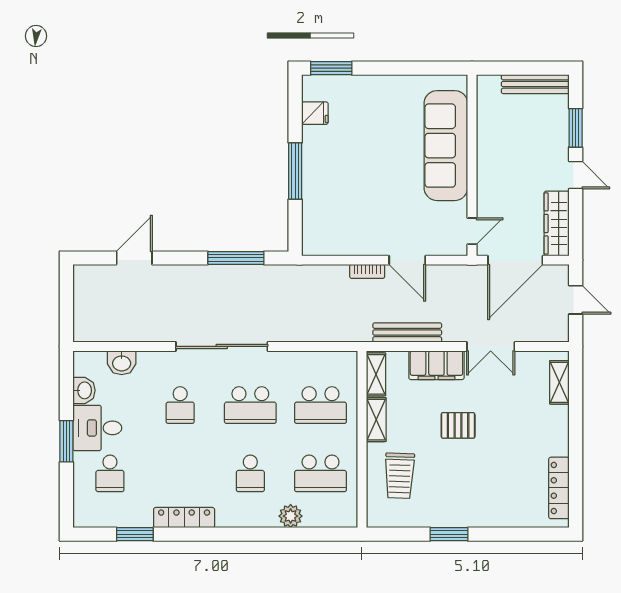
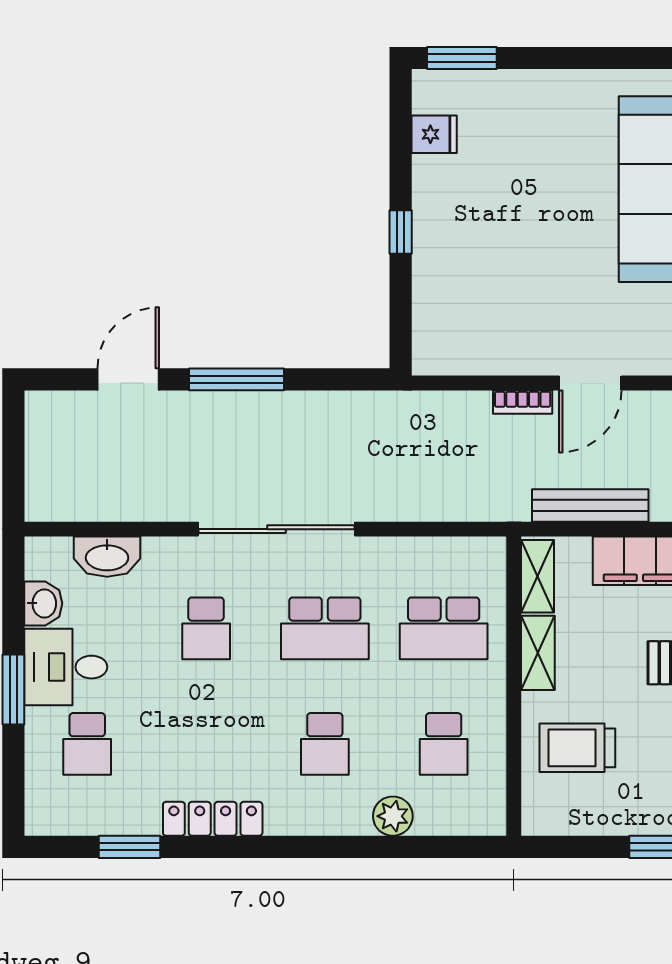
window: (295, 171) -> (401, 232), width x0.46
window: (236, 258) -> (237, 379), moved
door: (407, 260) -> (590, 383), hinge flipped
washbasin: (122, 363) -> (107, 557), width x1.38
school desk: (321, 473) -> (444, 744), width x0.54
trolley: (400, 476) -> (577, 748), turned 88

